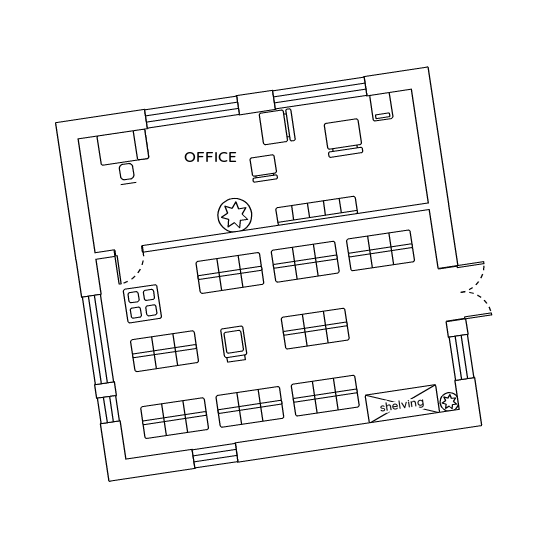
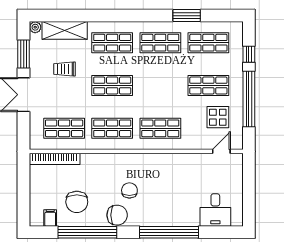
chair: (264, 168) -> (129, 190), turned 180
bookcase: (317, 211) -> (55, 159), moved
plant: (235, 215) -> (152, 164), removed
trolley: (234, 344) -> (64, 69), moved, turned 90

